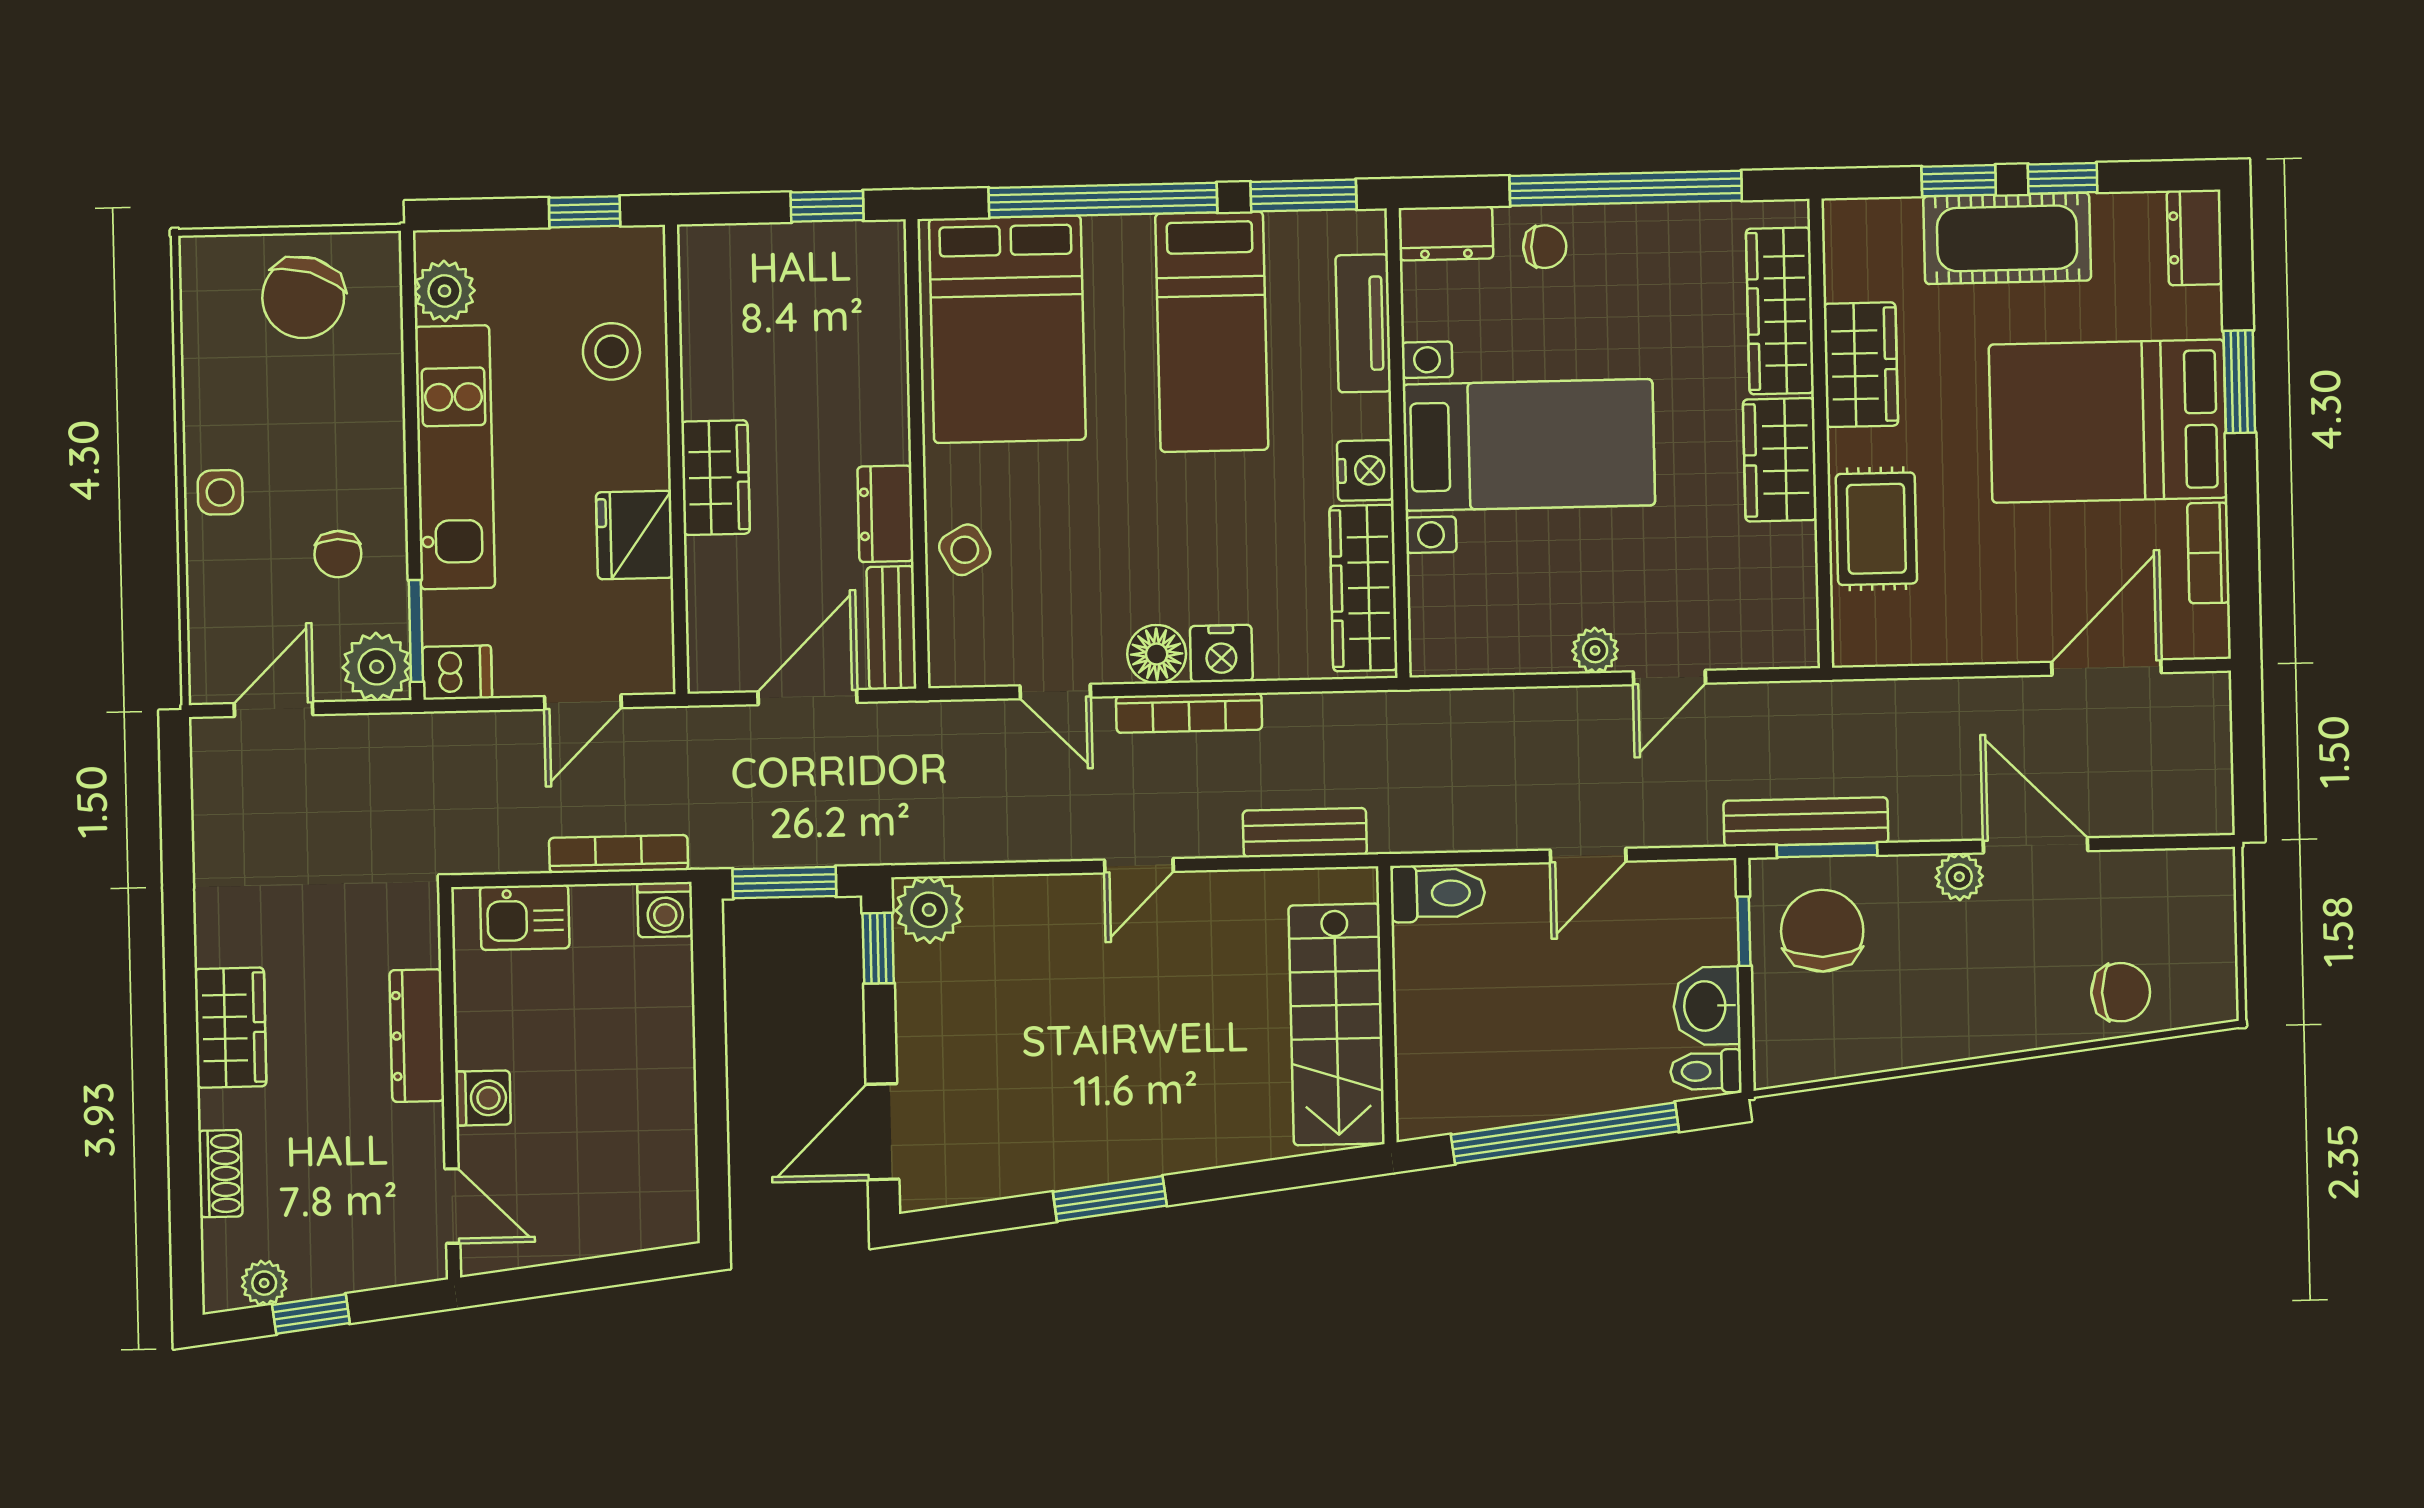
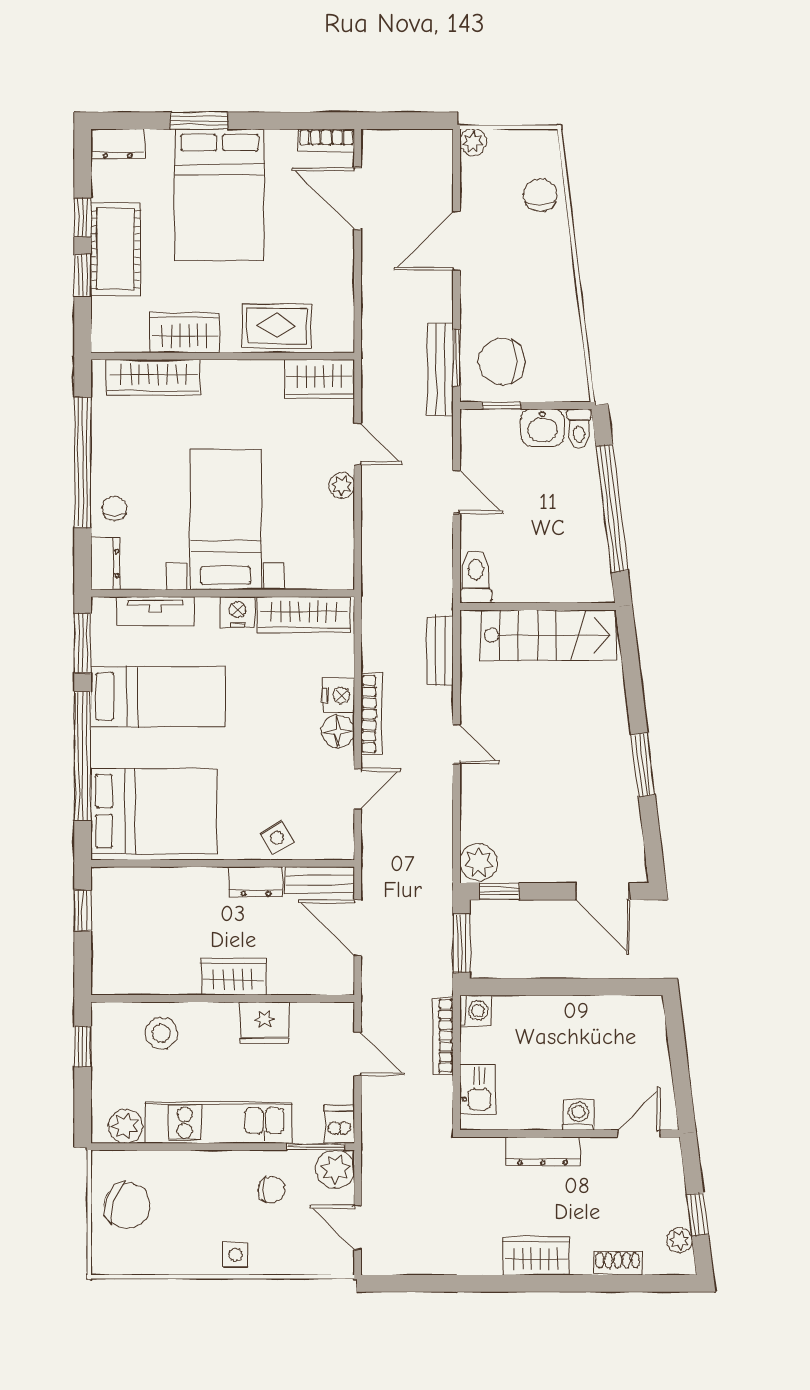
wardrobe: (1780, 460) -> (319, 379), moved
bookcase: (2208, 553) -> (326, 140), moved
plant: (1959, 877) -> (473, 142), moved

